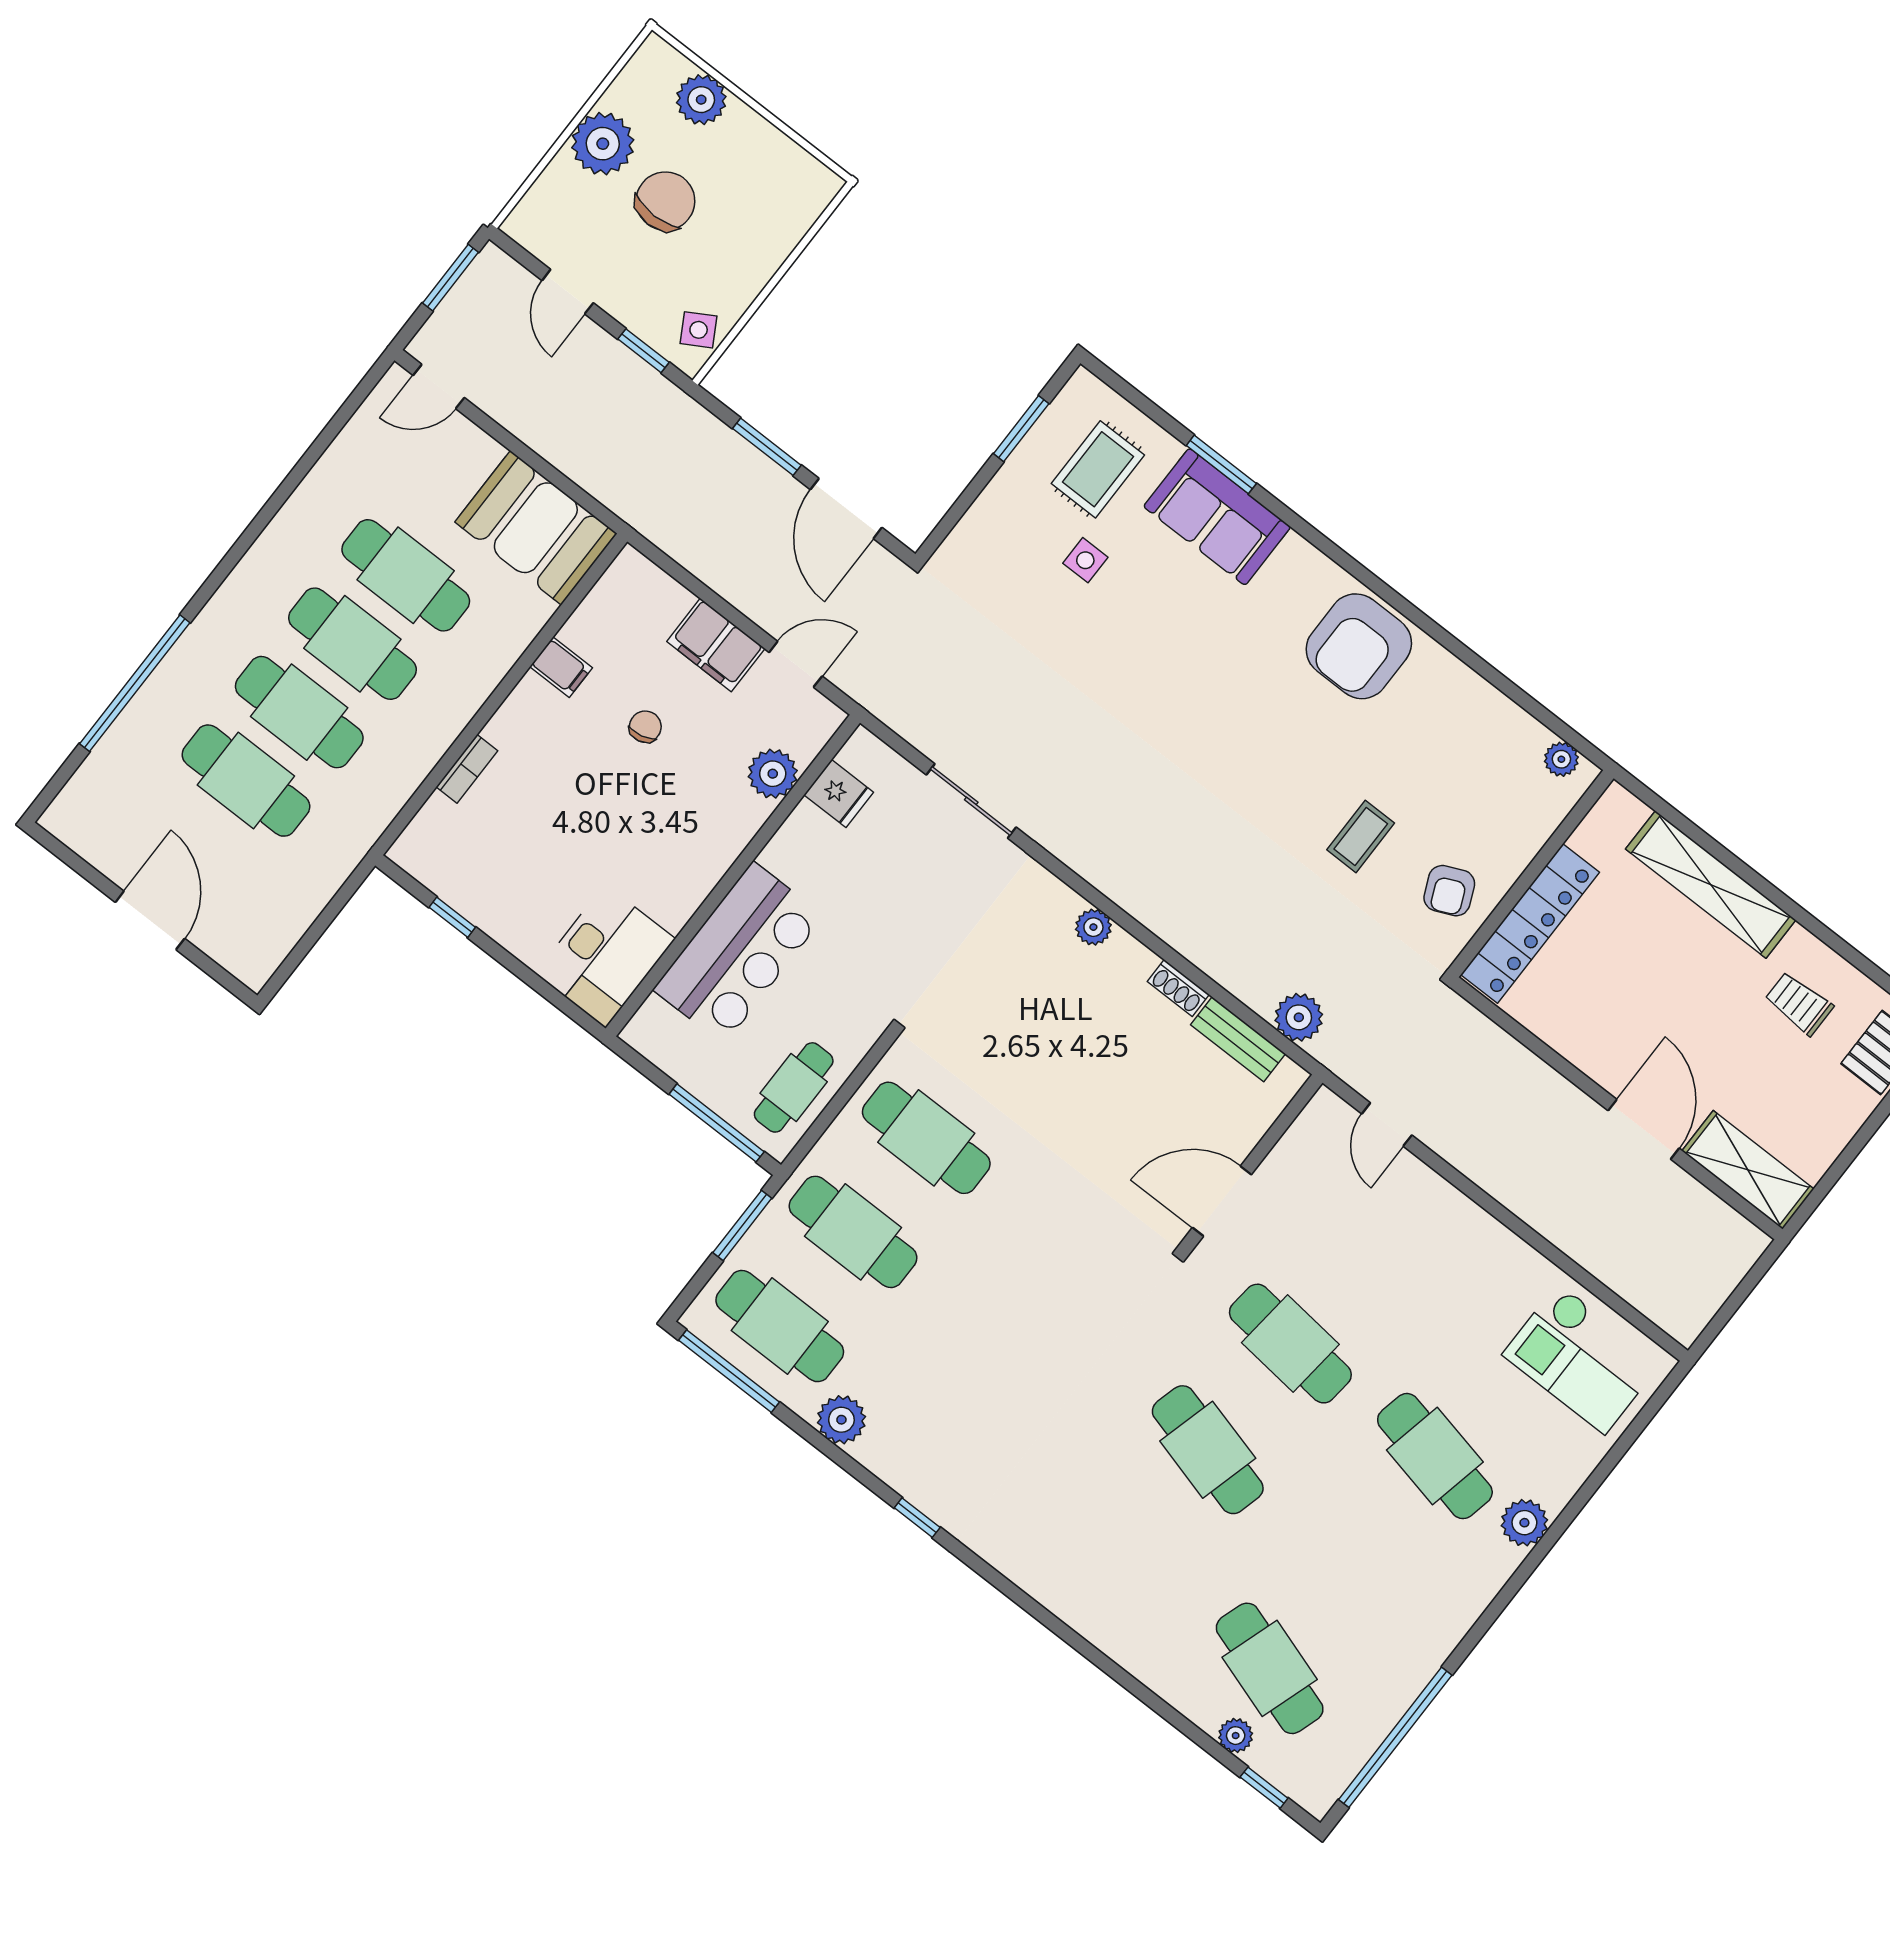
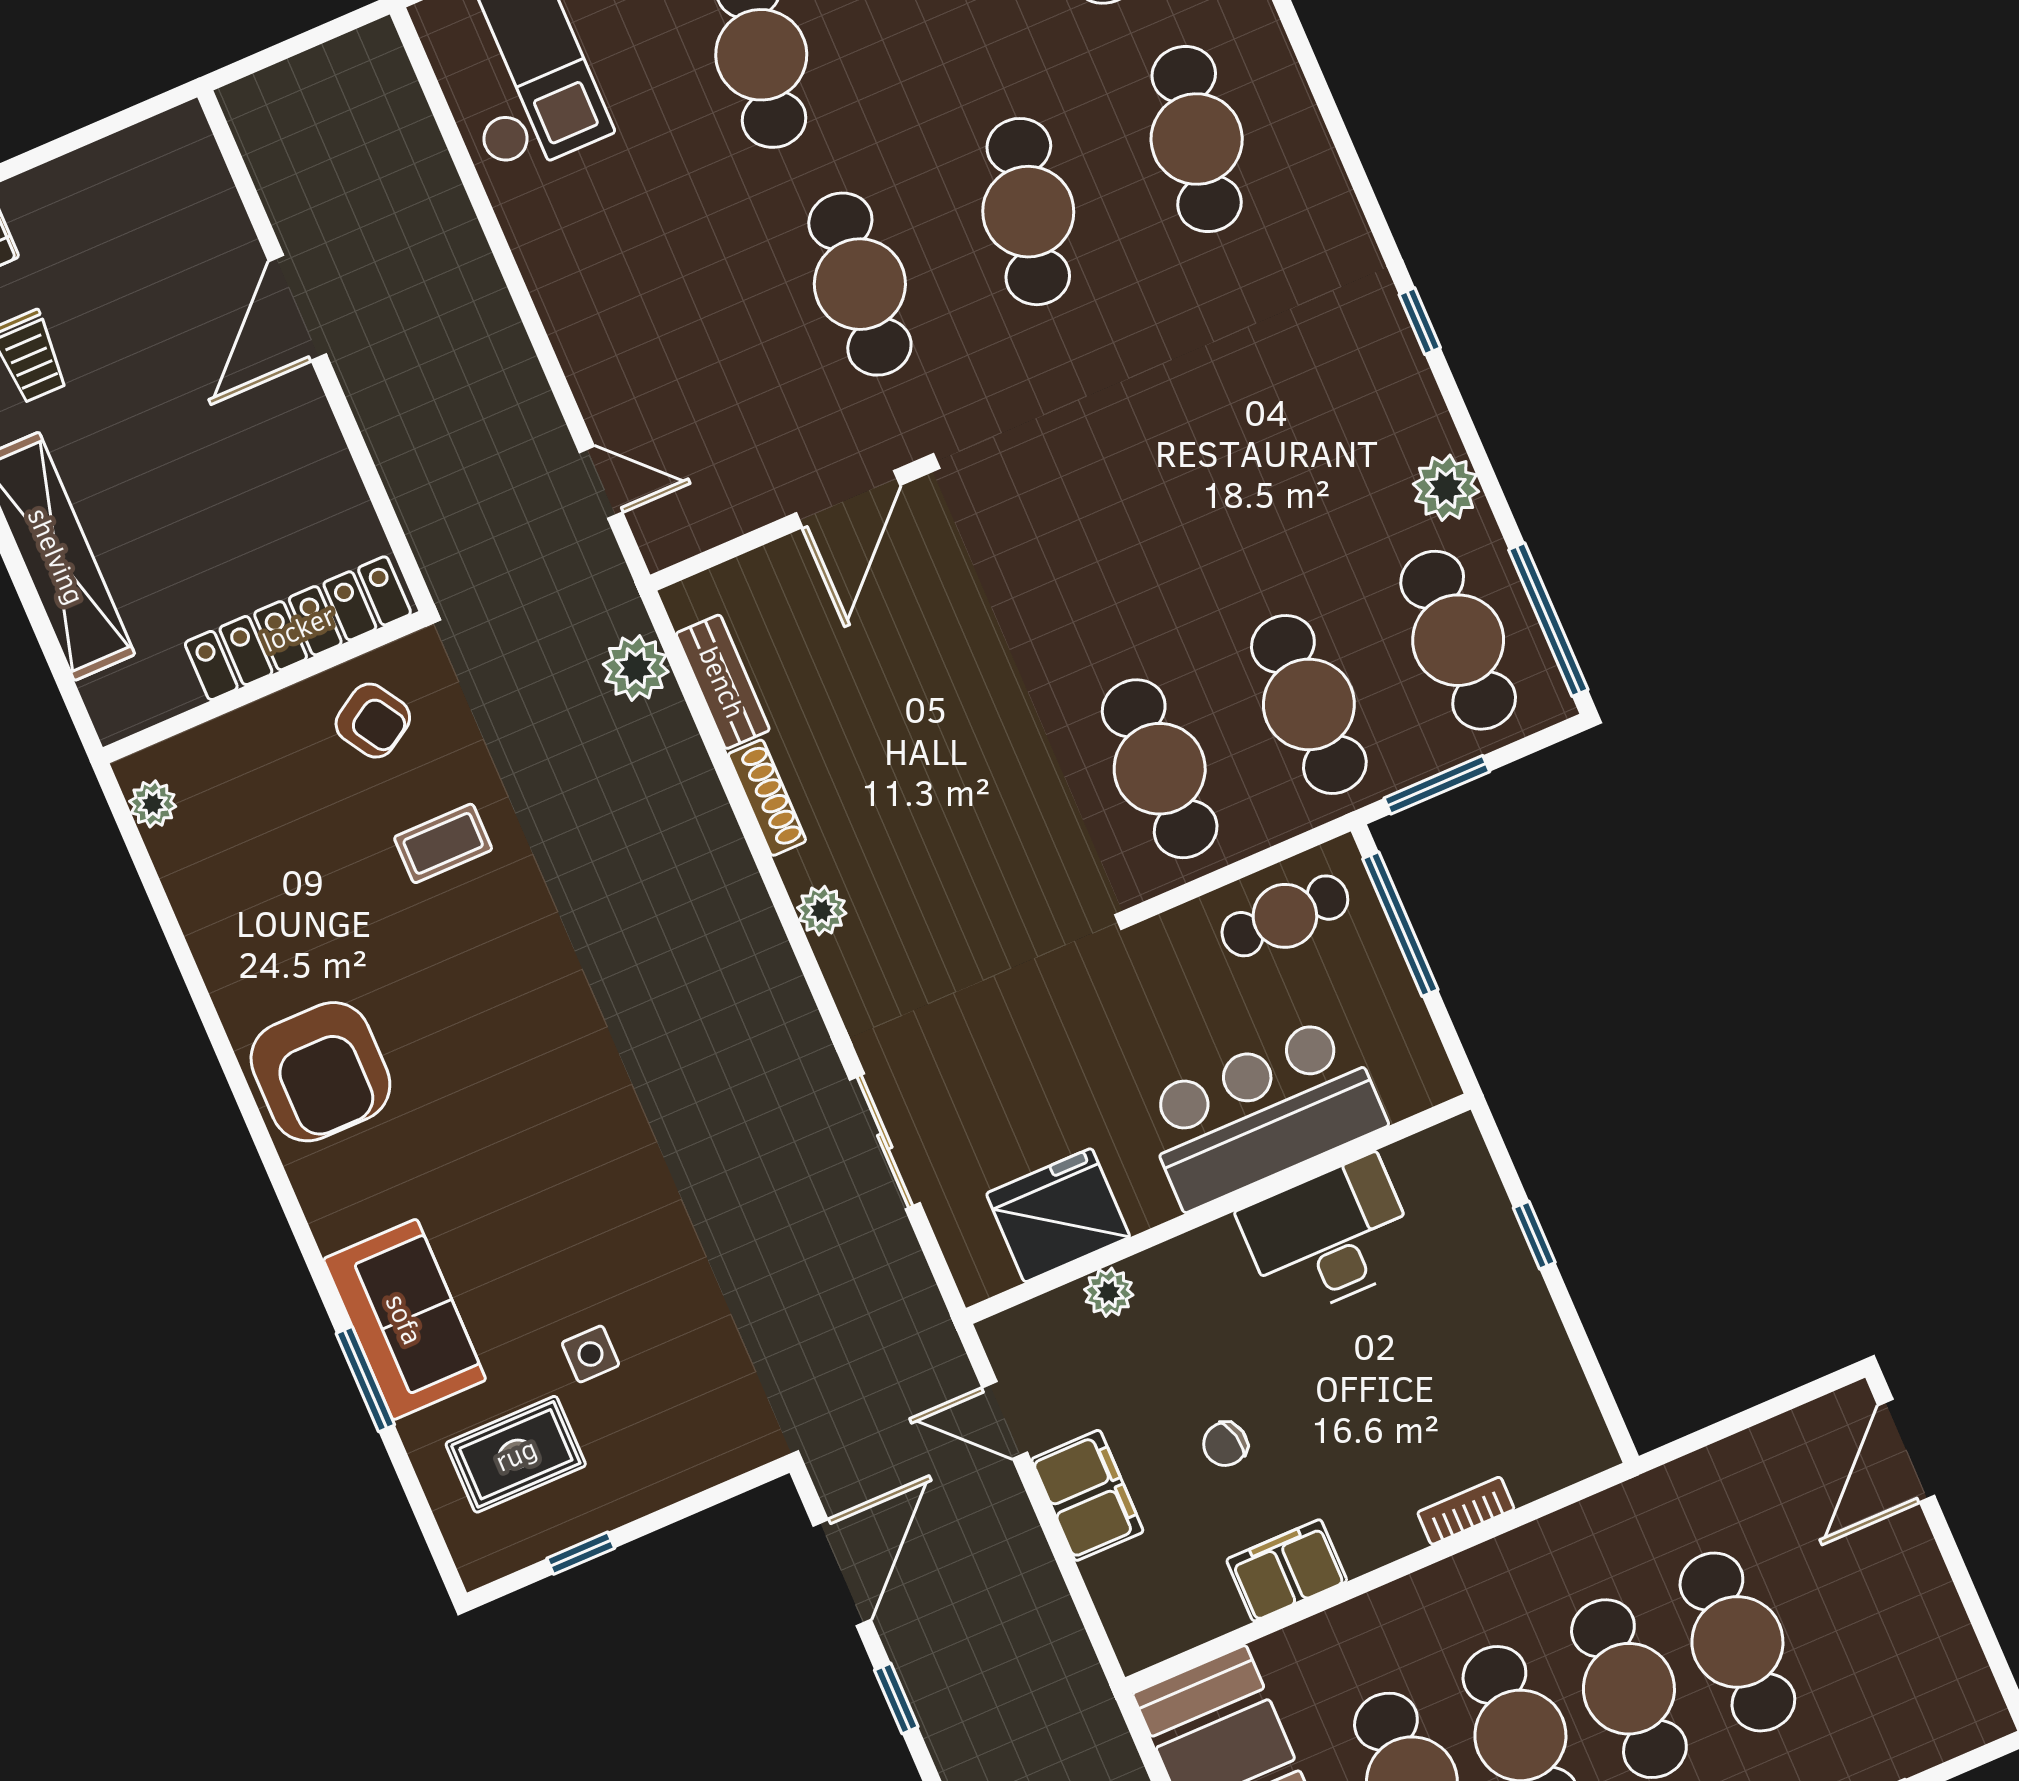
window: (1021, 429) -> (581, 1553), width x0.67
window: (767, 447) -> (896, 1698), width x0.67
armchair: (1359, 646) -> (320, 1072), turned 90
filing cabinet: (561, 667) -> (1287, 1570), width x2.00
plant: (773, 774) -> (1109, 1292), width x0.73, depth x0.73
fridge: (839, 794) -> (1058, 1215), width x1.88, depth x1.34
armchair: (1449, 891) -> (373, 721), turned 82
window: (452, 917) -> (1534, 1235), moved
door: (150, 920) -> (1906, 1451), moved
desk: (605, 956) -> (1329, 1237), moved
shoe rack: (1178, 988) -> (767, 798), width x1.43
door: (1387, 1124) -> (601, 482), hinge flipped
shelving: (1748, 1170) -> (200, 191), removed
door: (1222, 1201) -> (848, 499), hinge flipped
cafe table: (1125, 1556) -> (1197, 139), added

